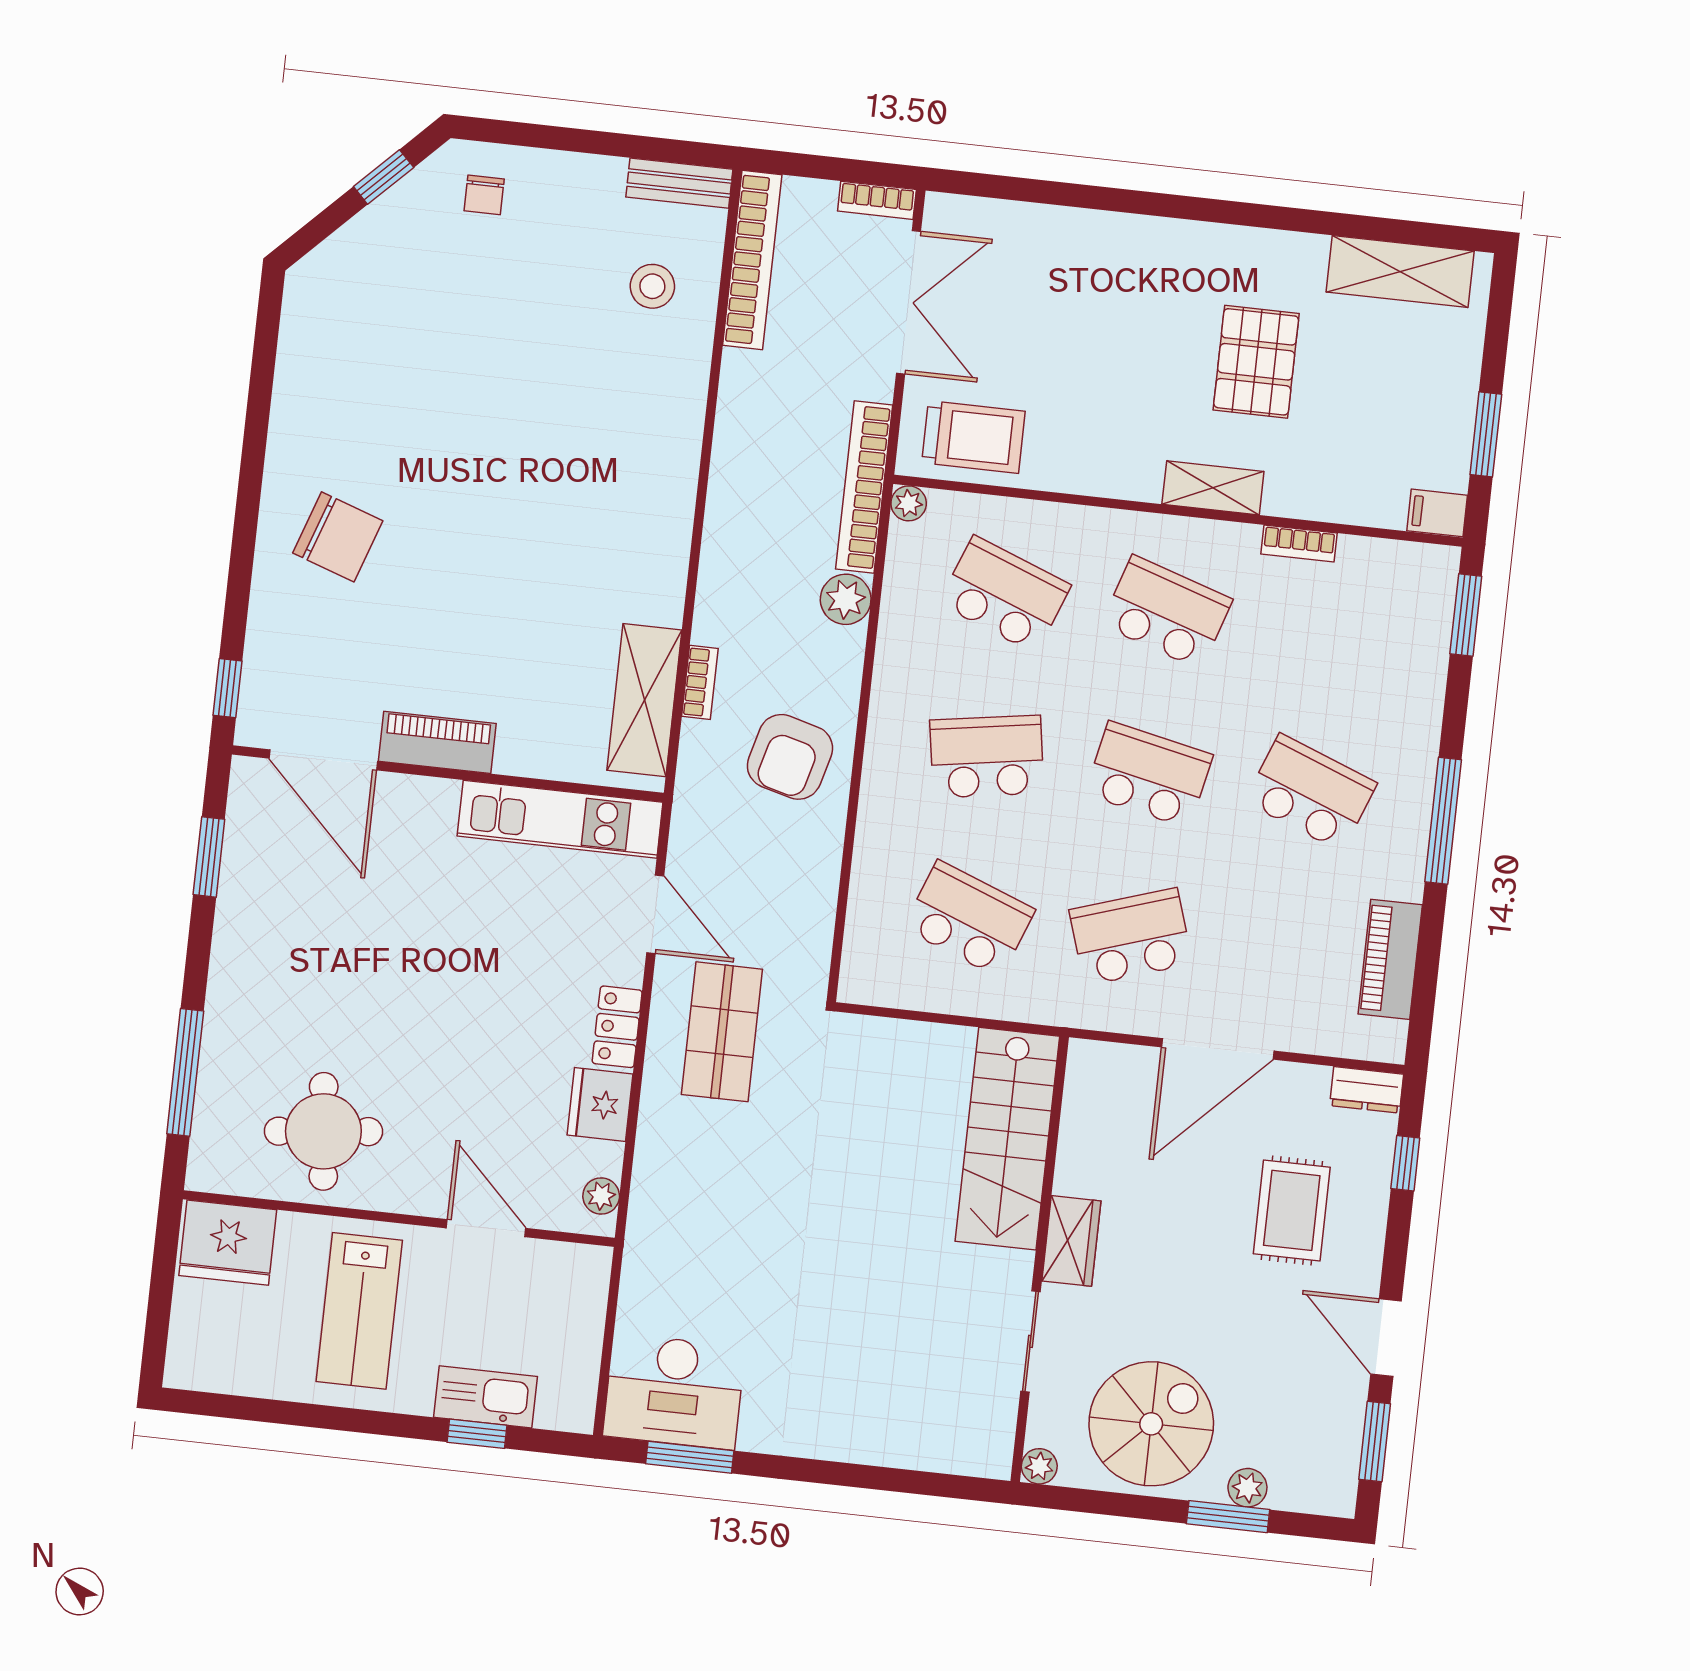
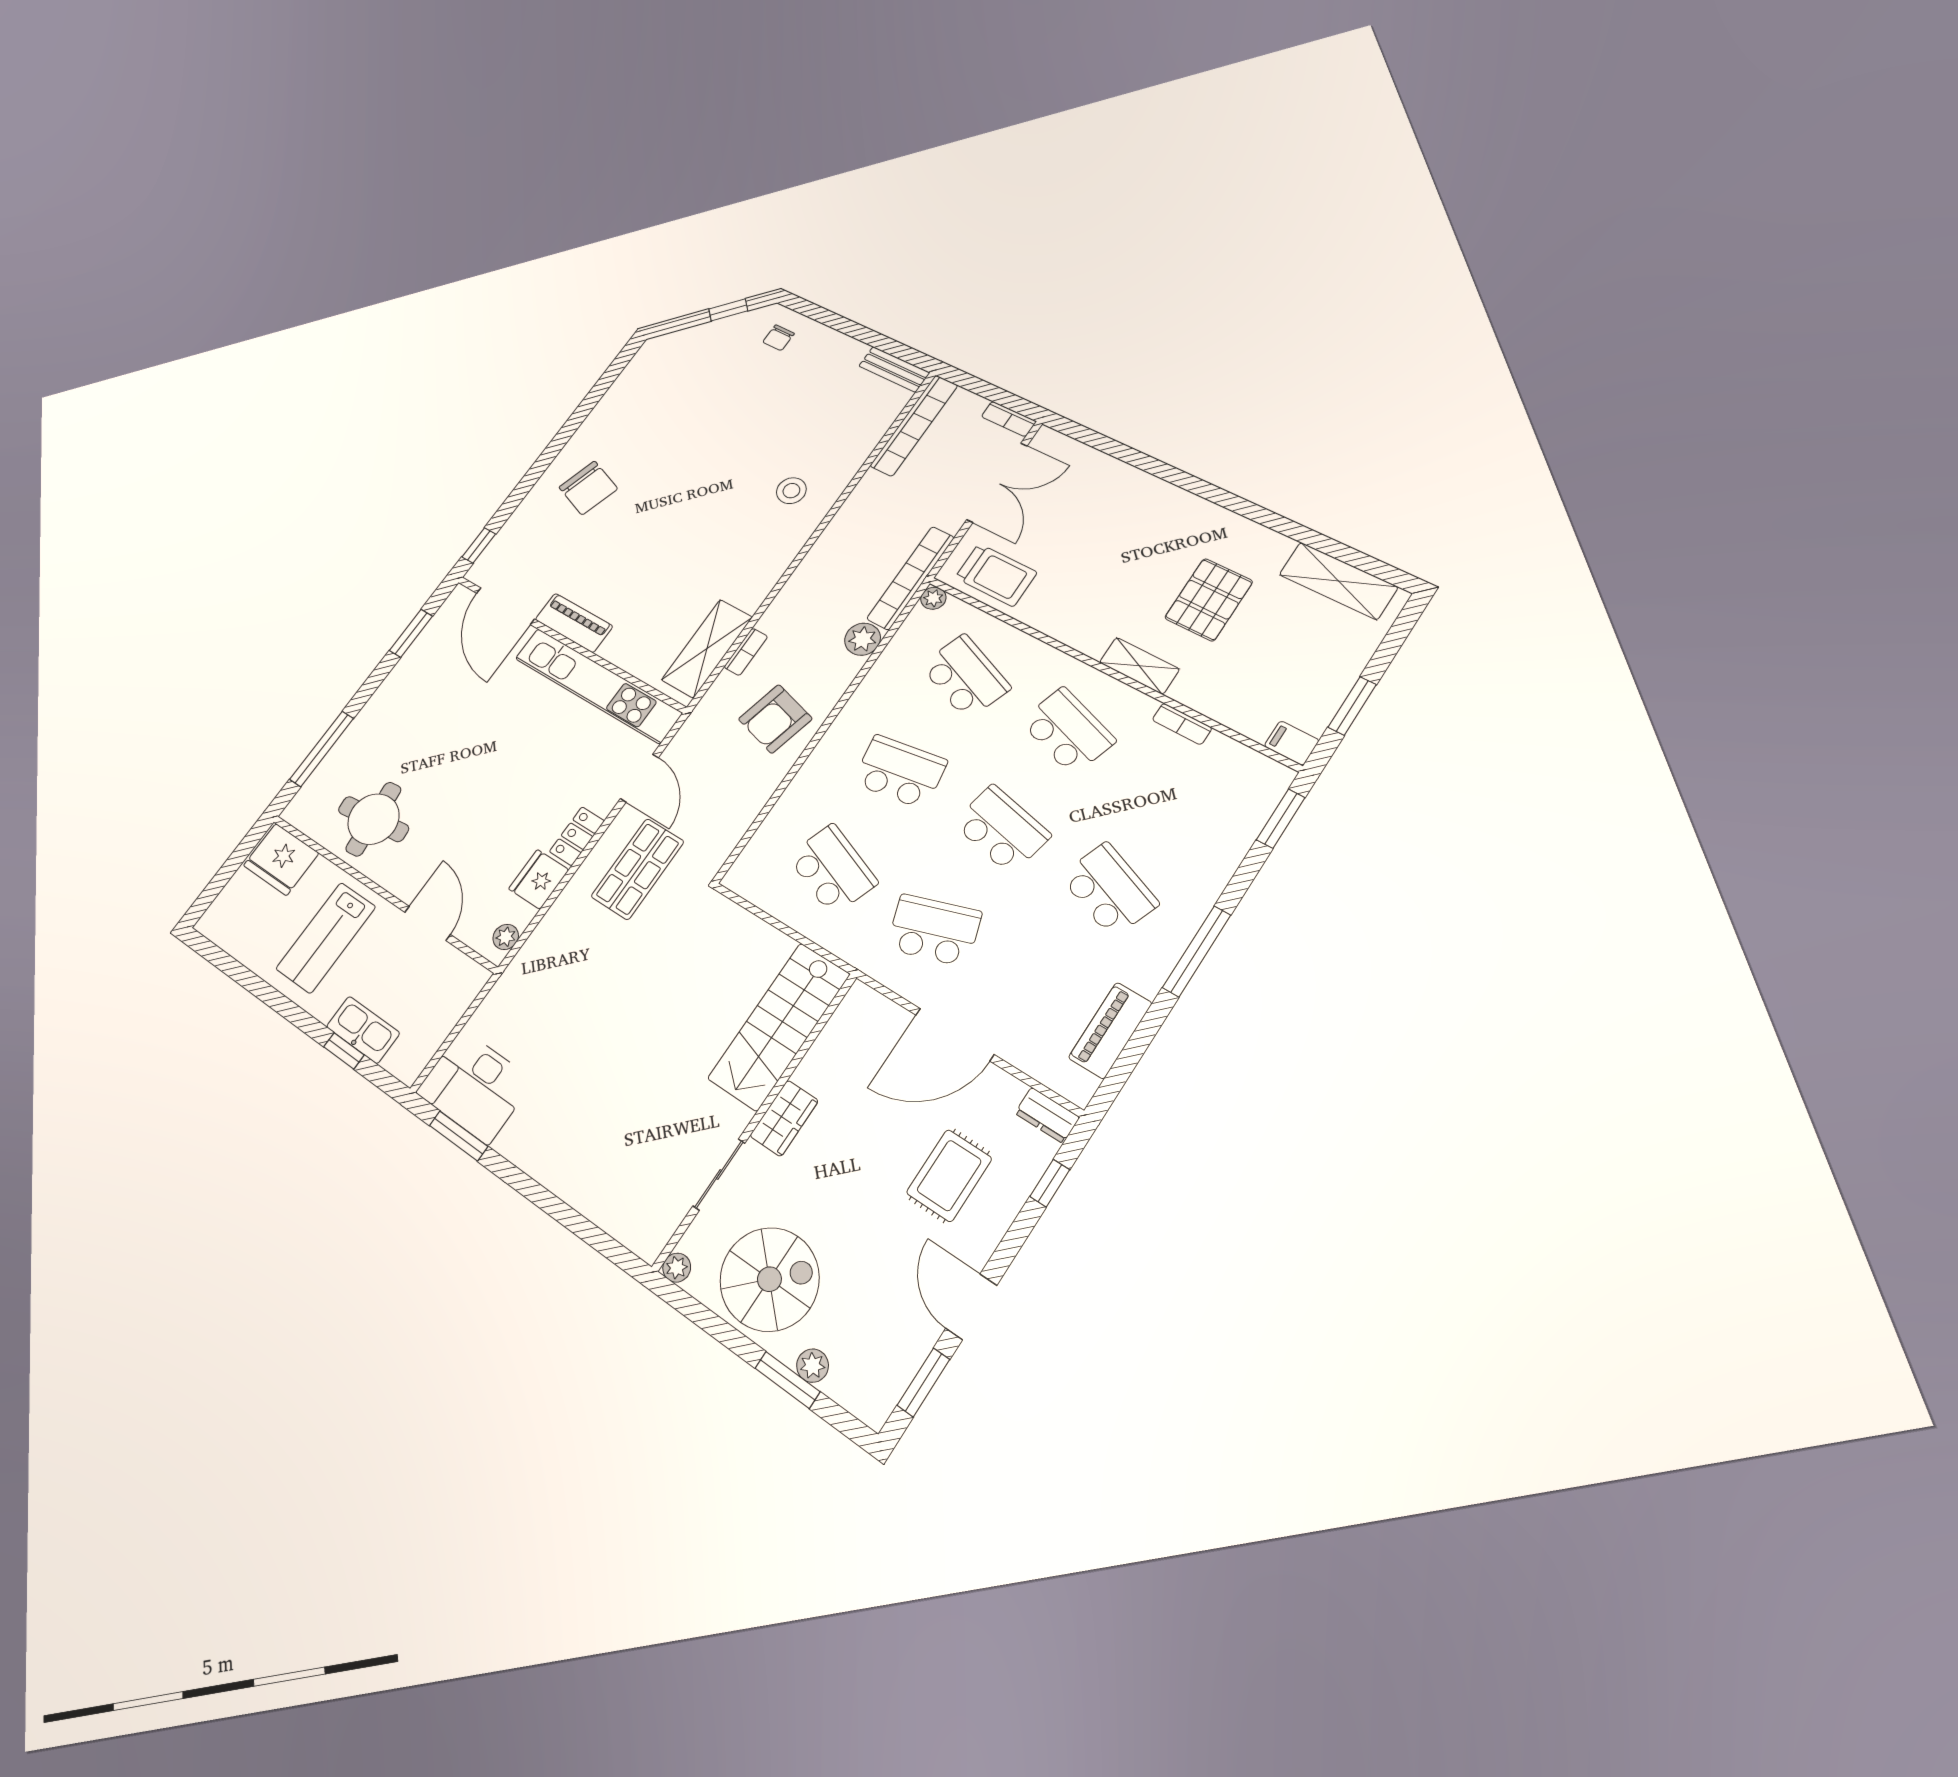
stool: (652, 286) -> (791, 491), moved
kitchen unit: (560, 819) -> (598, 685), width x1.36

